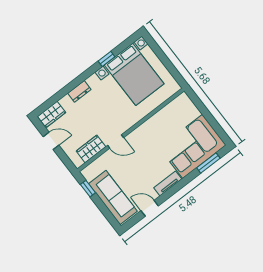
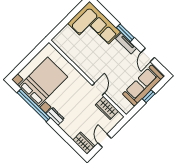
window: (106, 59) -> (34, 105), width x3.17
dresser: (79, 91) -> (55, 116), moved
window: (208, 163) -> (125, 33), moved
window: (88, 189) -> (149, 96), moved

